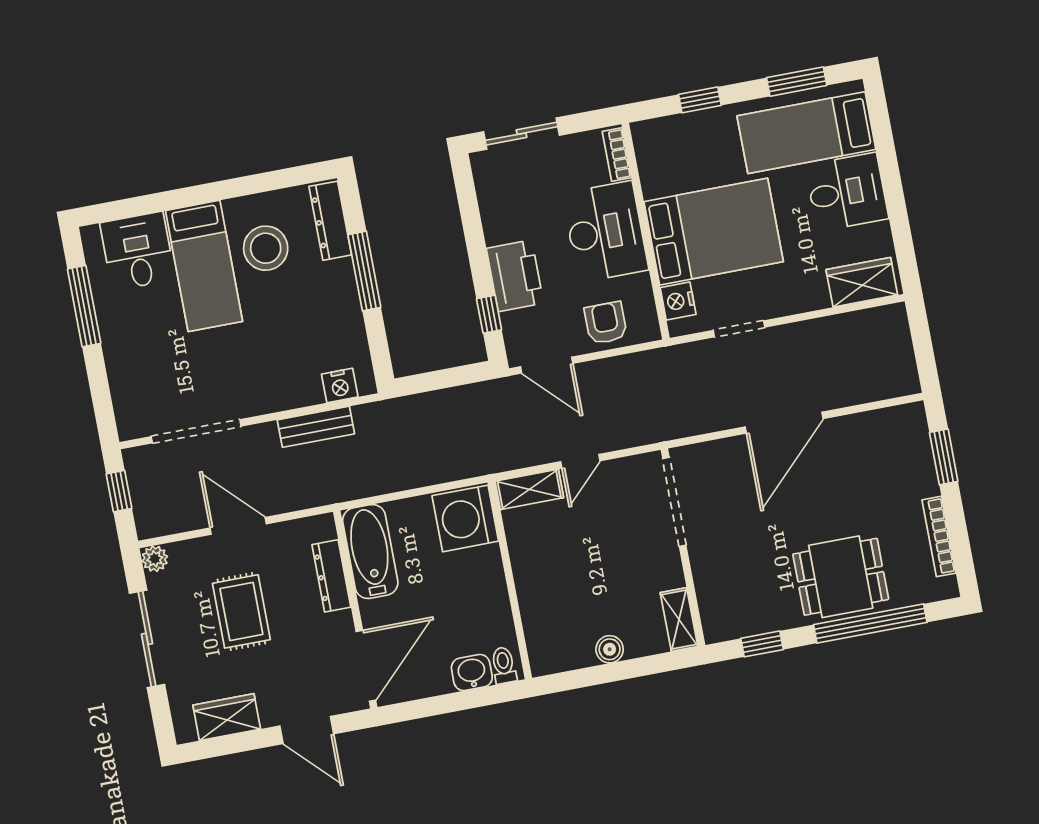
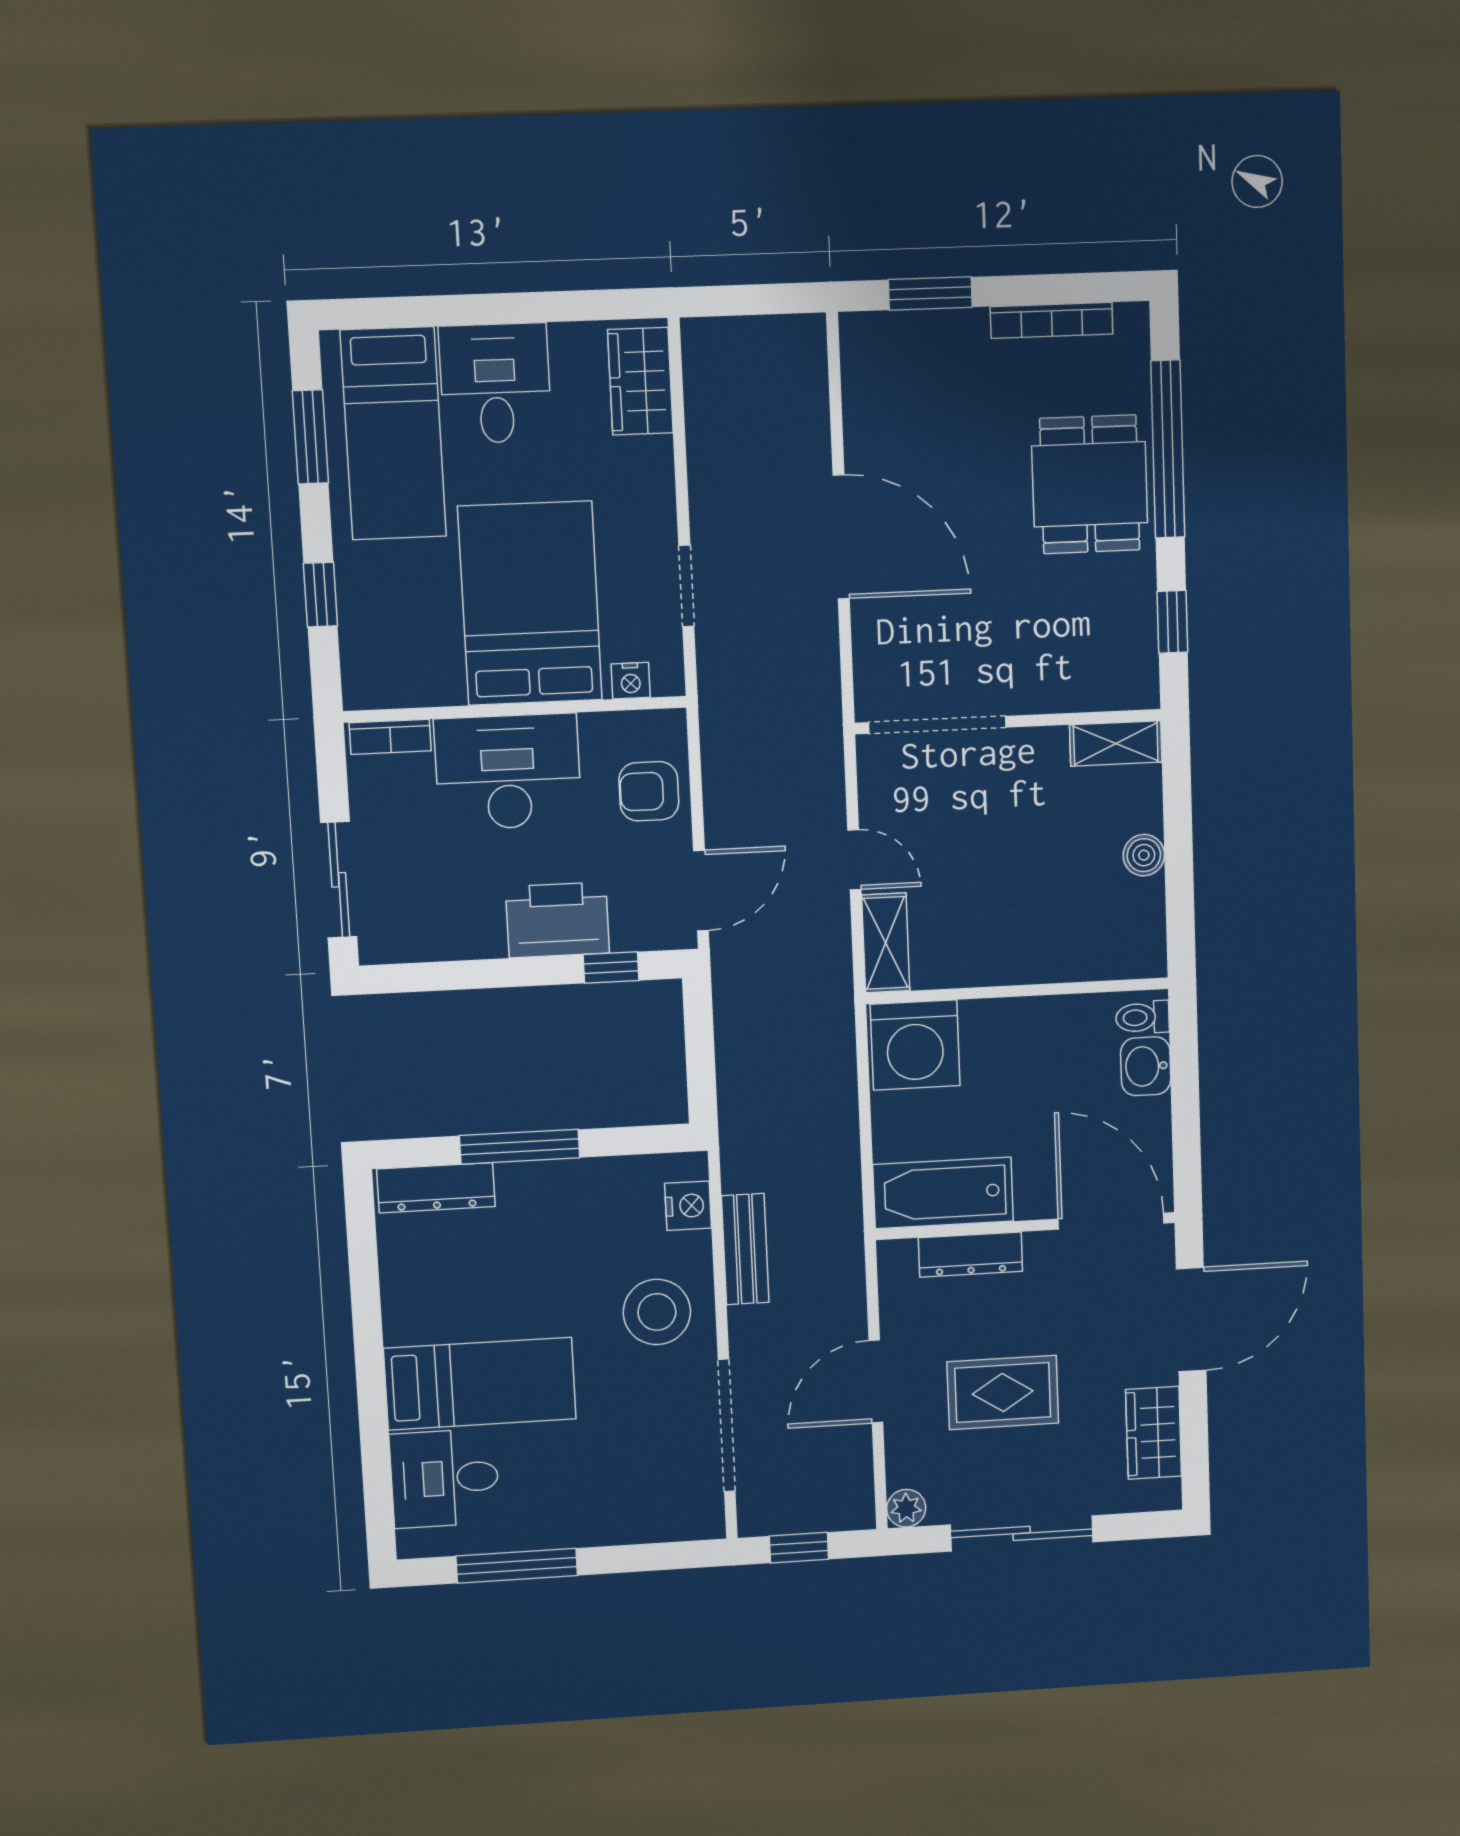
stool: (266, 248) -> (657, 1312), moved
nightstand: (678, 301) -> (631, 681), width x0.72, depth x0.74
door: (307, 730) -> (1191, 1320), width x1.36

